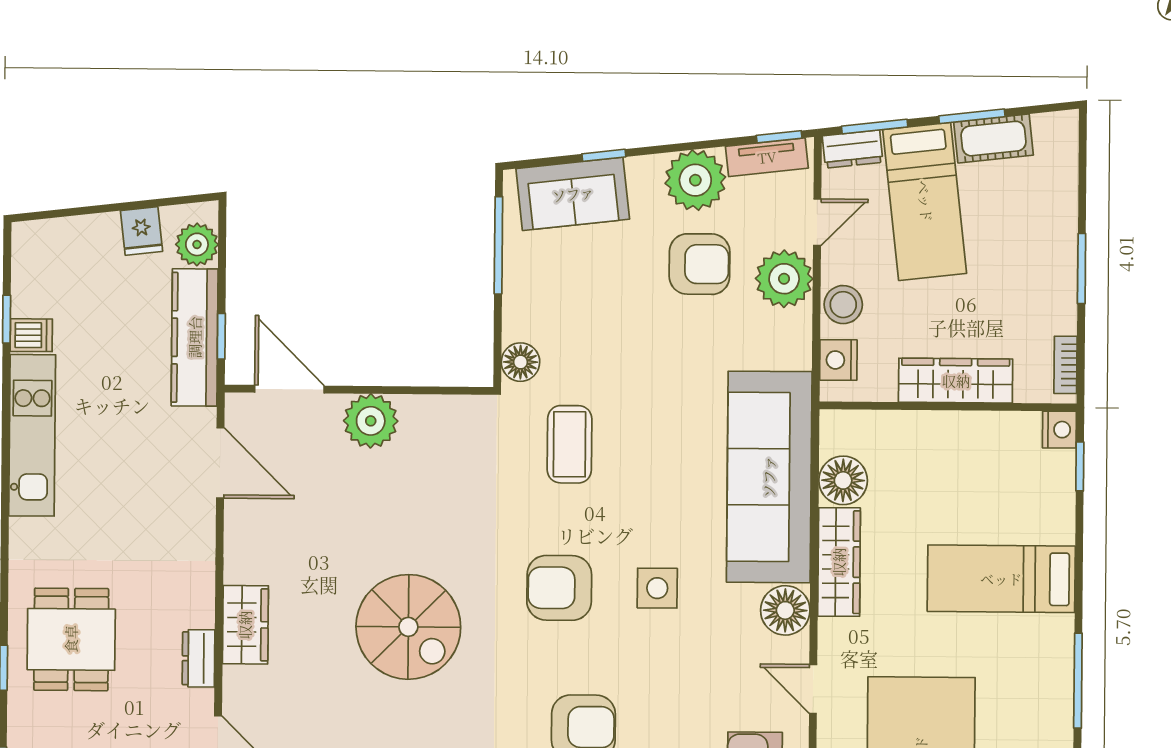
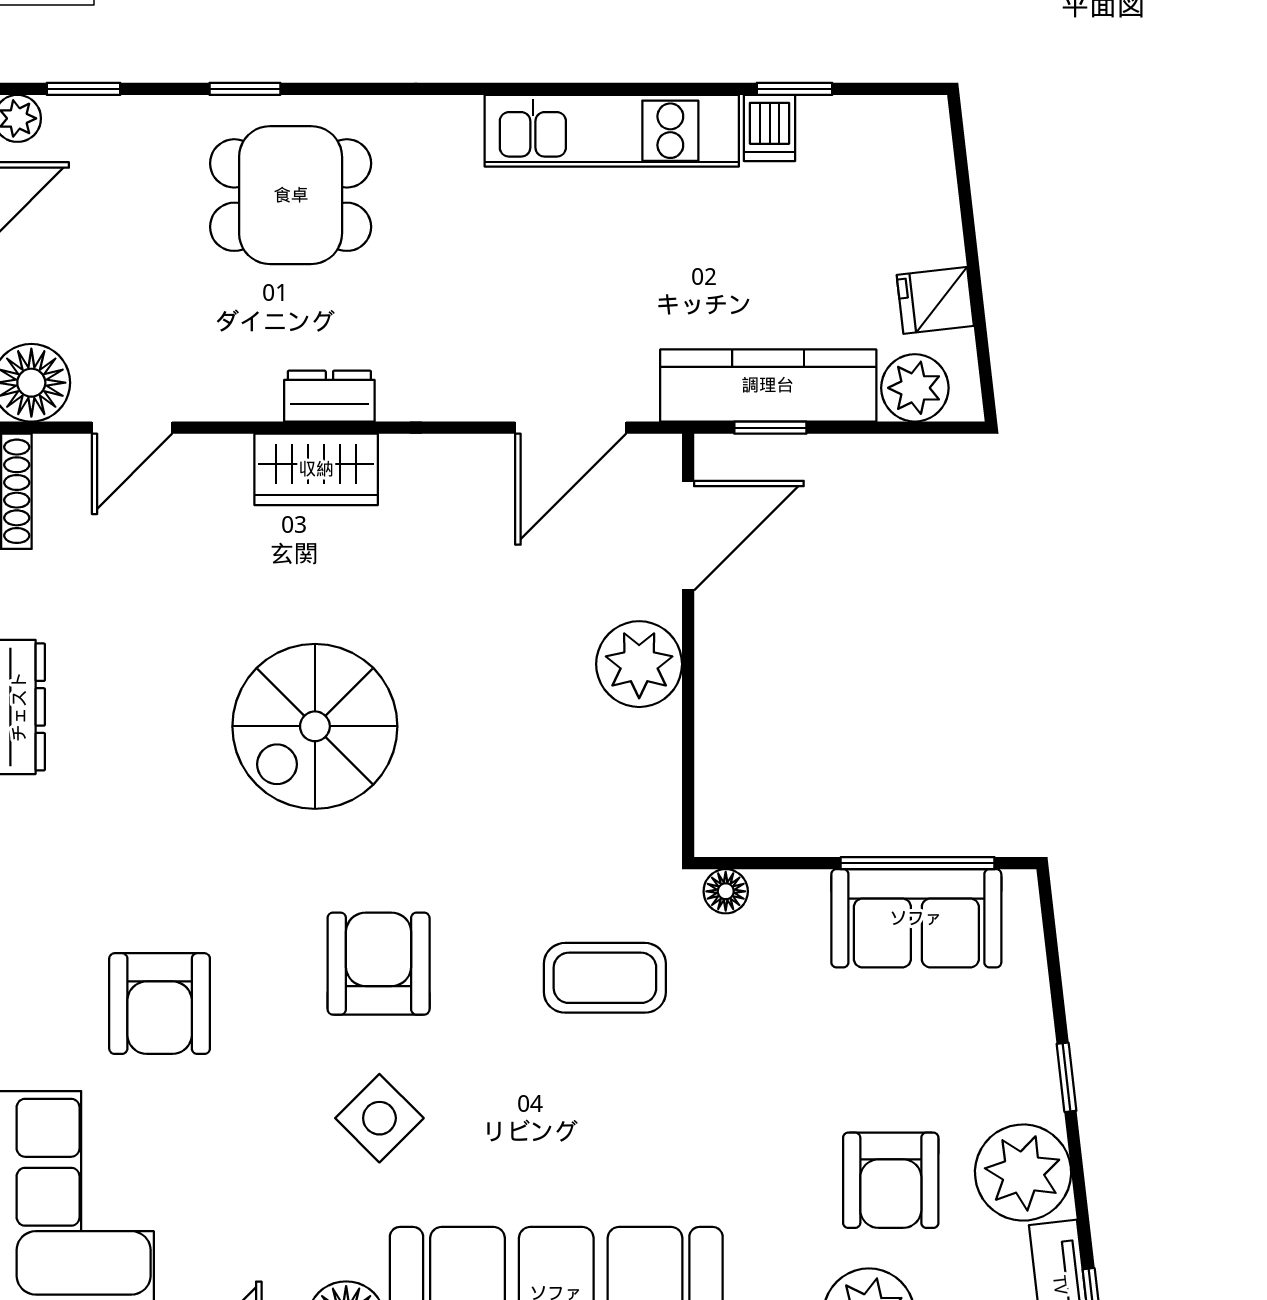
window: (604, 155) -> (1067, 1077), moved
sofa: (573, 194) -> (916, 918), moved, turned -83
floor lamp: (521, 362) -> (726, 891), width x0.73, depth x0.73
side table: (657, 588) -> (379, 1118), turned 45
dresser: (199, 658) -> (329, 396), moved

